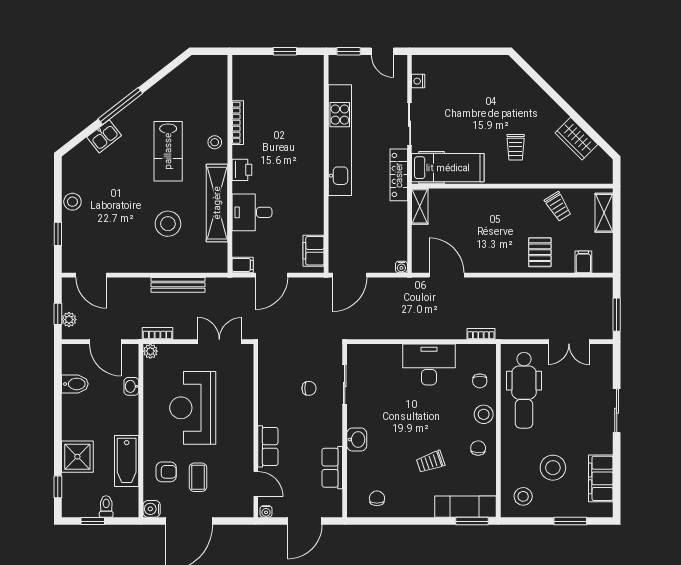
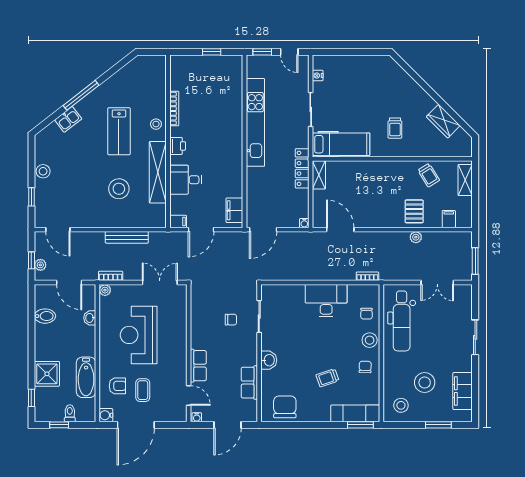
locker: (399, 175) -> (302, 168), moved
plant: (542, 285) -> (416, 237), added
chair: (377, 498) -> (285, 407), width x1.87, depth x1.87

